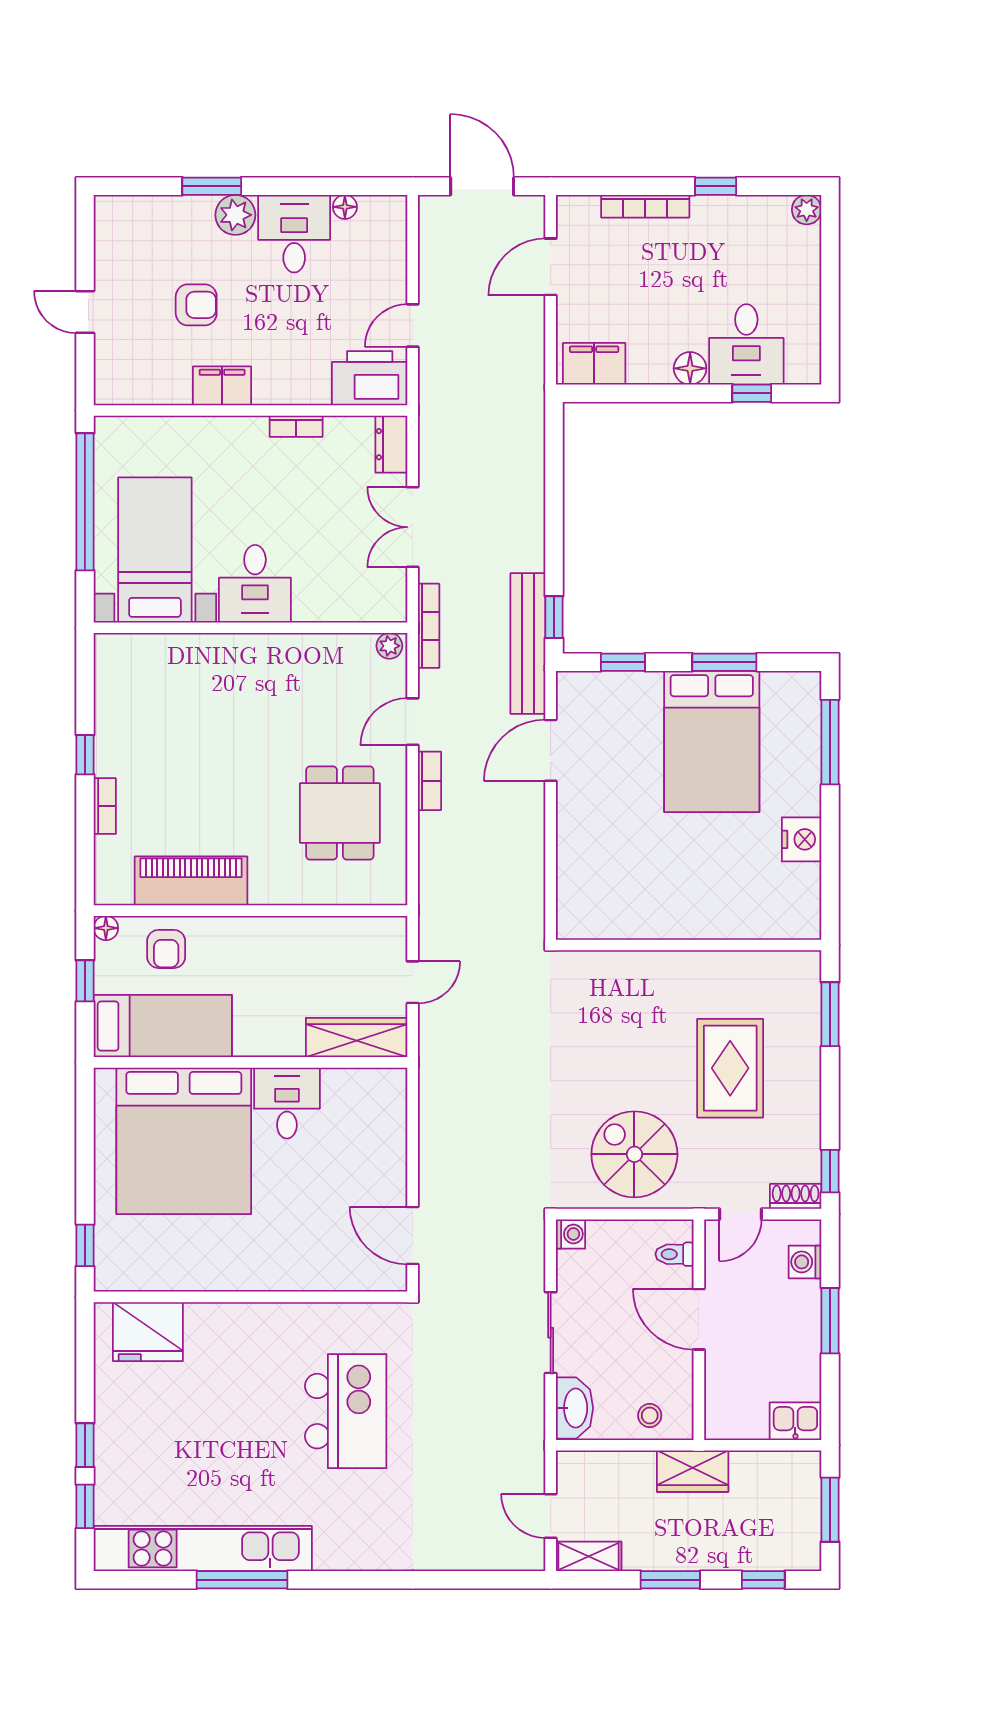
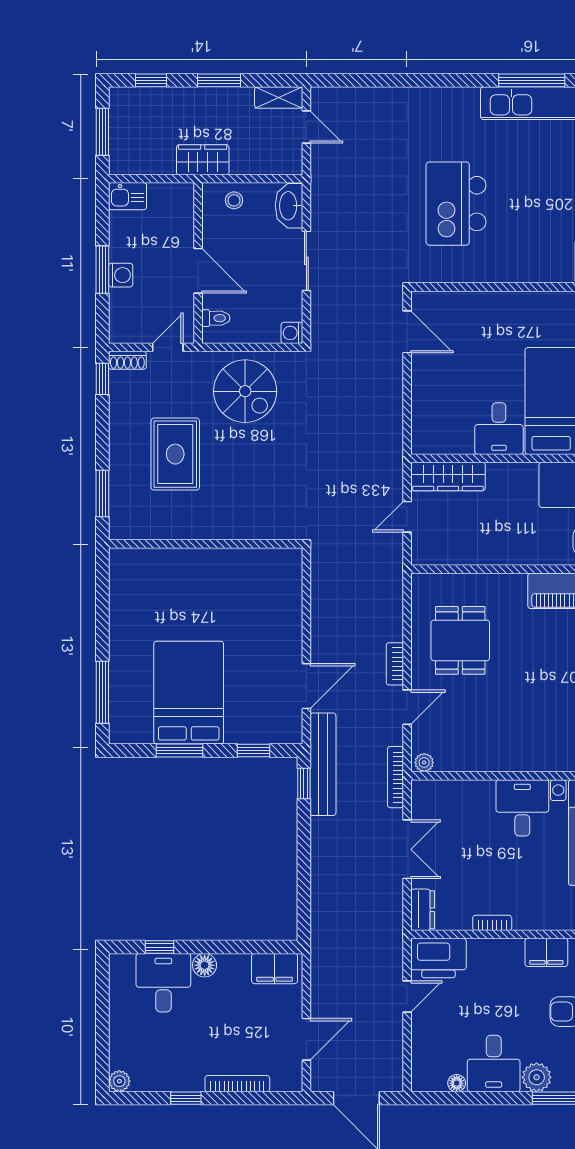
nightstand: (802, 839) -> (123, 621), removed
washing machine: (805, 1262) -> (121, 275), moved

